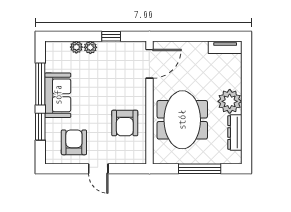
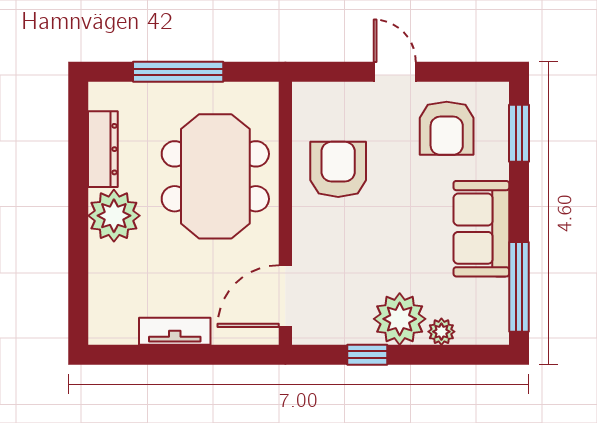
plant: (90, 47) -> (400, 319), width x1.87, depth x1.87
tv unit: (225, 47) -> (175, 331), moved
window: (40, 84) -> (519, 287), moved
window: (40, 127) -> (519, 133), moved

